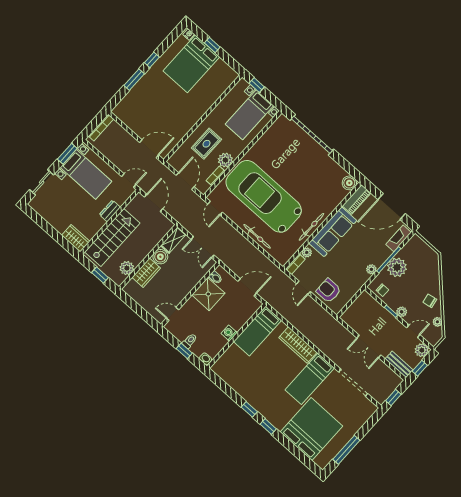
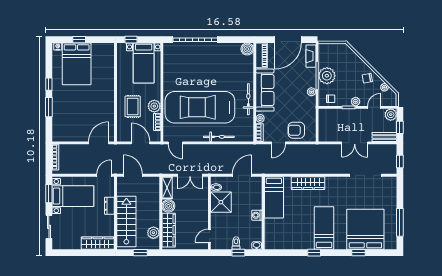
wardrobe: (76, 238) -> (98, 243), width x1.50
wardrobe: (146, 273) -> (169, 230), width x1.50
door: (303, 288) -> (278, 143), hinge flipped
bed: (310, 379) -> (324, 228), moved, turned 180
window: (268, 427) -> (359, 253), moved

